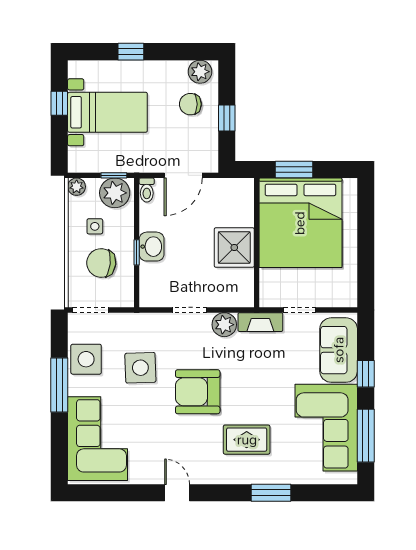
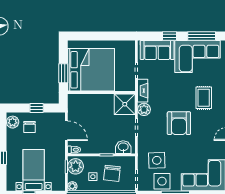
washbasin: (152, 247) -> (123, 147), moved
shower: (234, 247) -> (125, 104), moved
side table: (140, 368) -> (157, 160), moved

